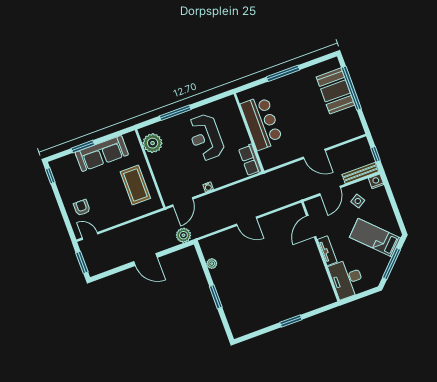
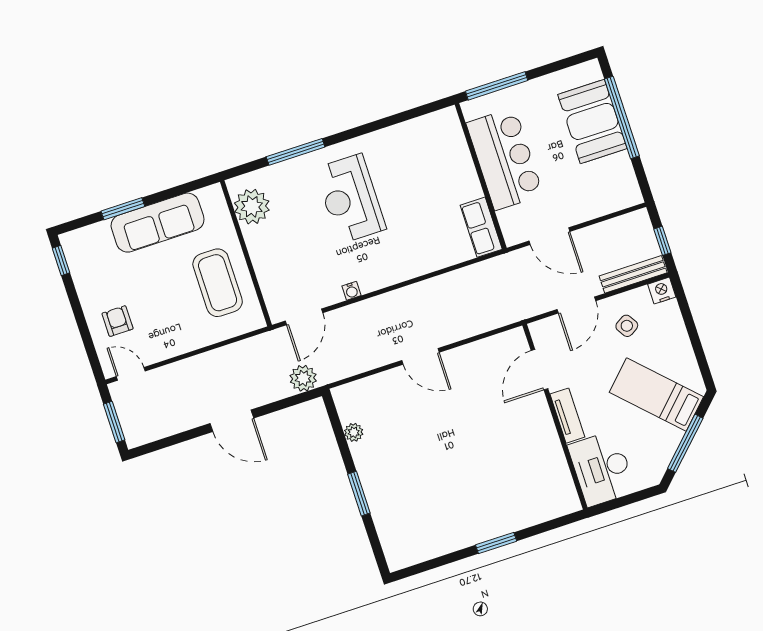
bar counter: (262, 123) -> (505, 159), moved
wall: (249, 132) -> (481, 176), moved
row of seats: (250, 160) -> (481, 227), moved

